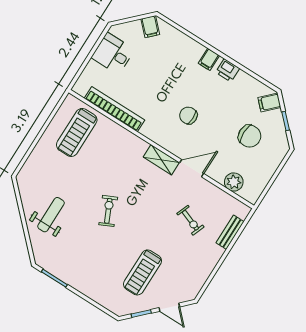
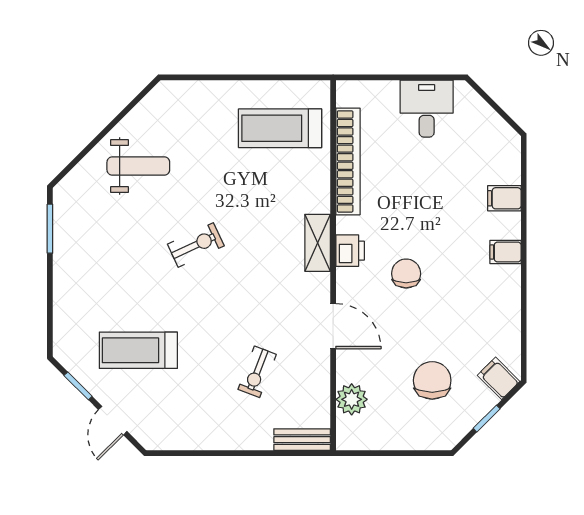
filing cabinet: (150, 27) -> (504, 198), moved, turned 45
printer: (228, 70) -> (350, 251), moved, turned 180
chair: (250, 136) -> (432, 380), turned 180
shelving: (161, 160) -> (318, 243), moved
bench: (230, 232) -> (302, 440), moved

